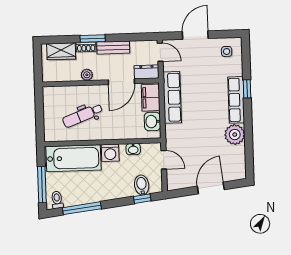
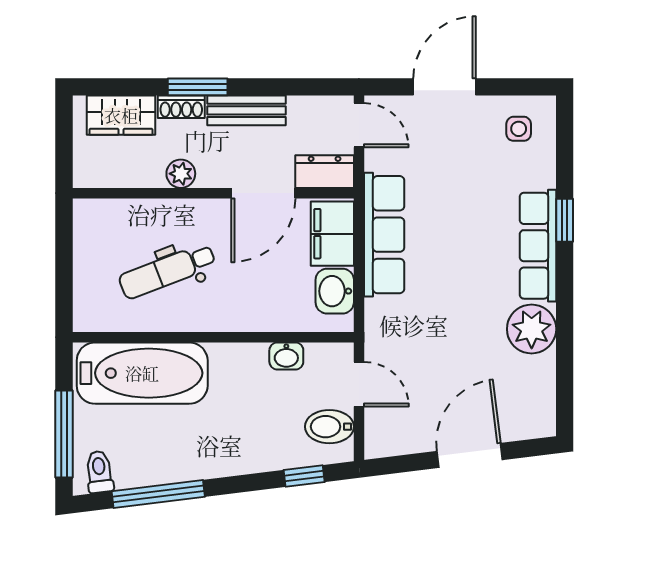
washing machine: (110, 153) -> (231, 363), removed
bidet: (142, 185) -> (329, 427), moved, turned -83

